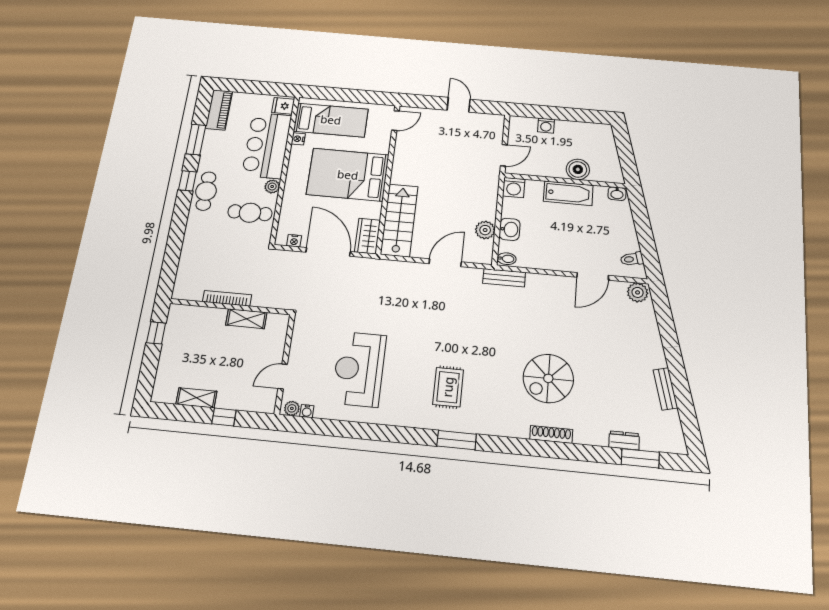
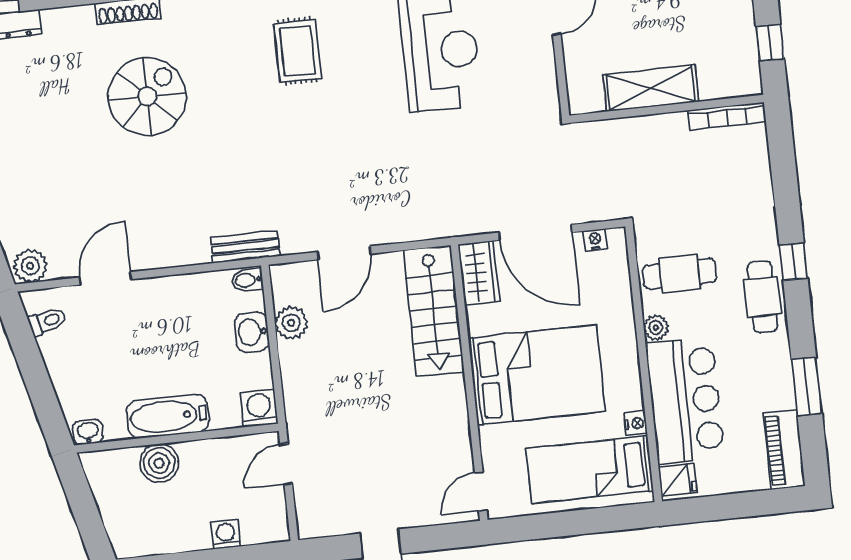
window: (187, 181) -> (793, 262), moved
bookcase: (227, 298) -> (727, 116), moved
shelving: (246, 319) -> (651, 88), width x1.50, depth x1.33

